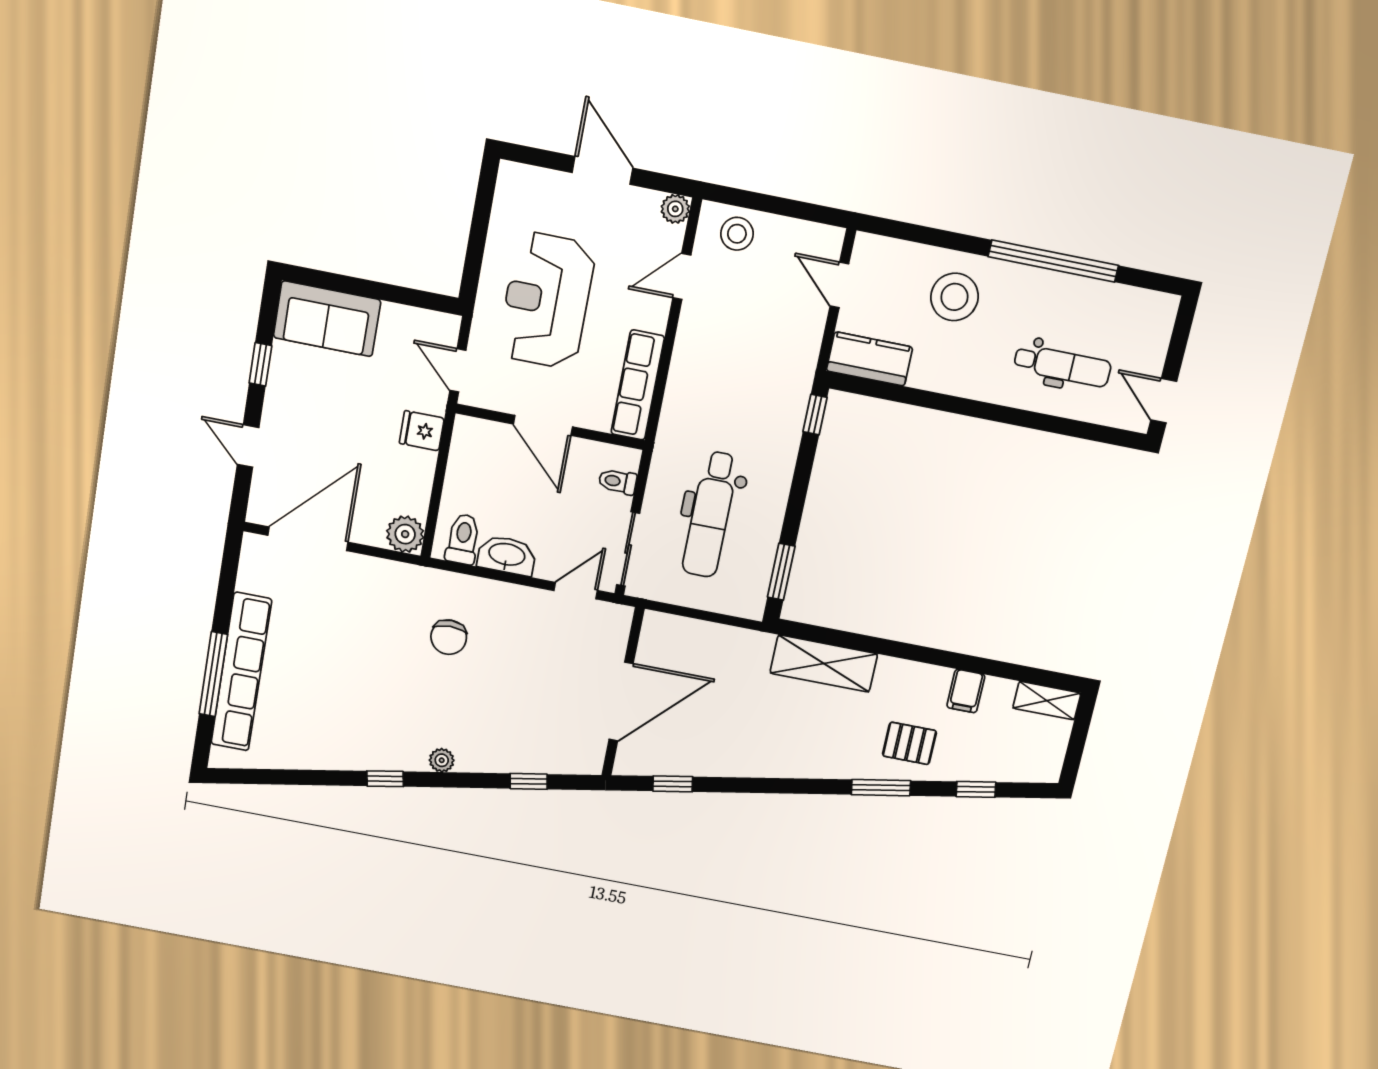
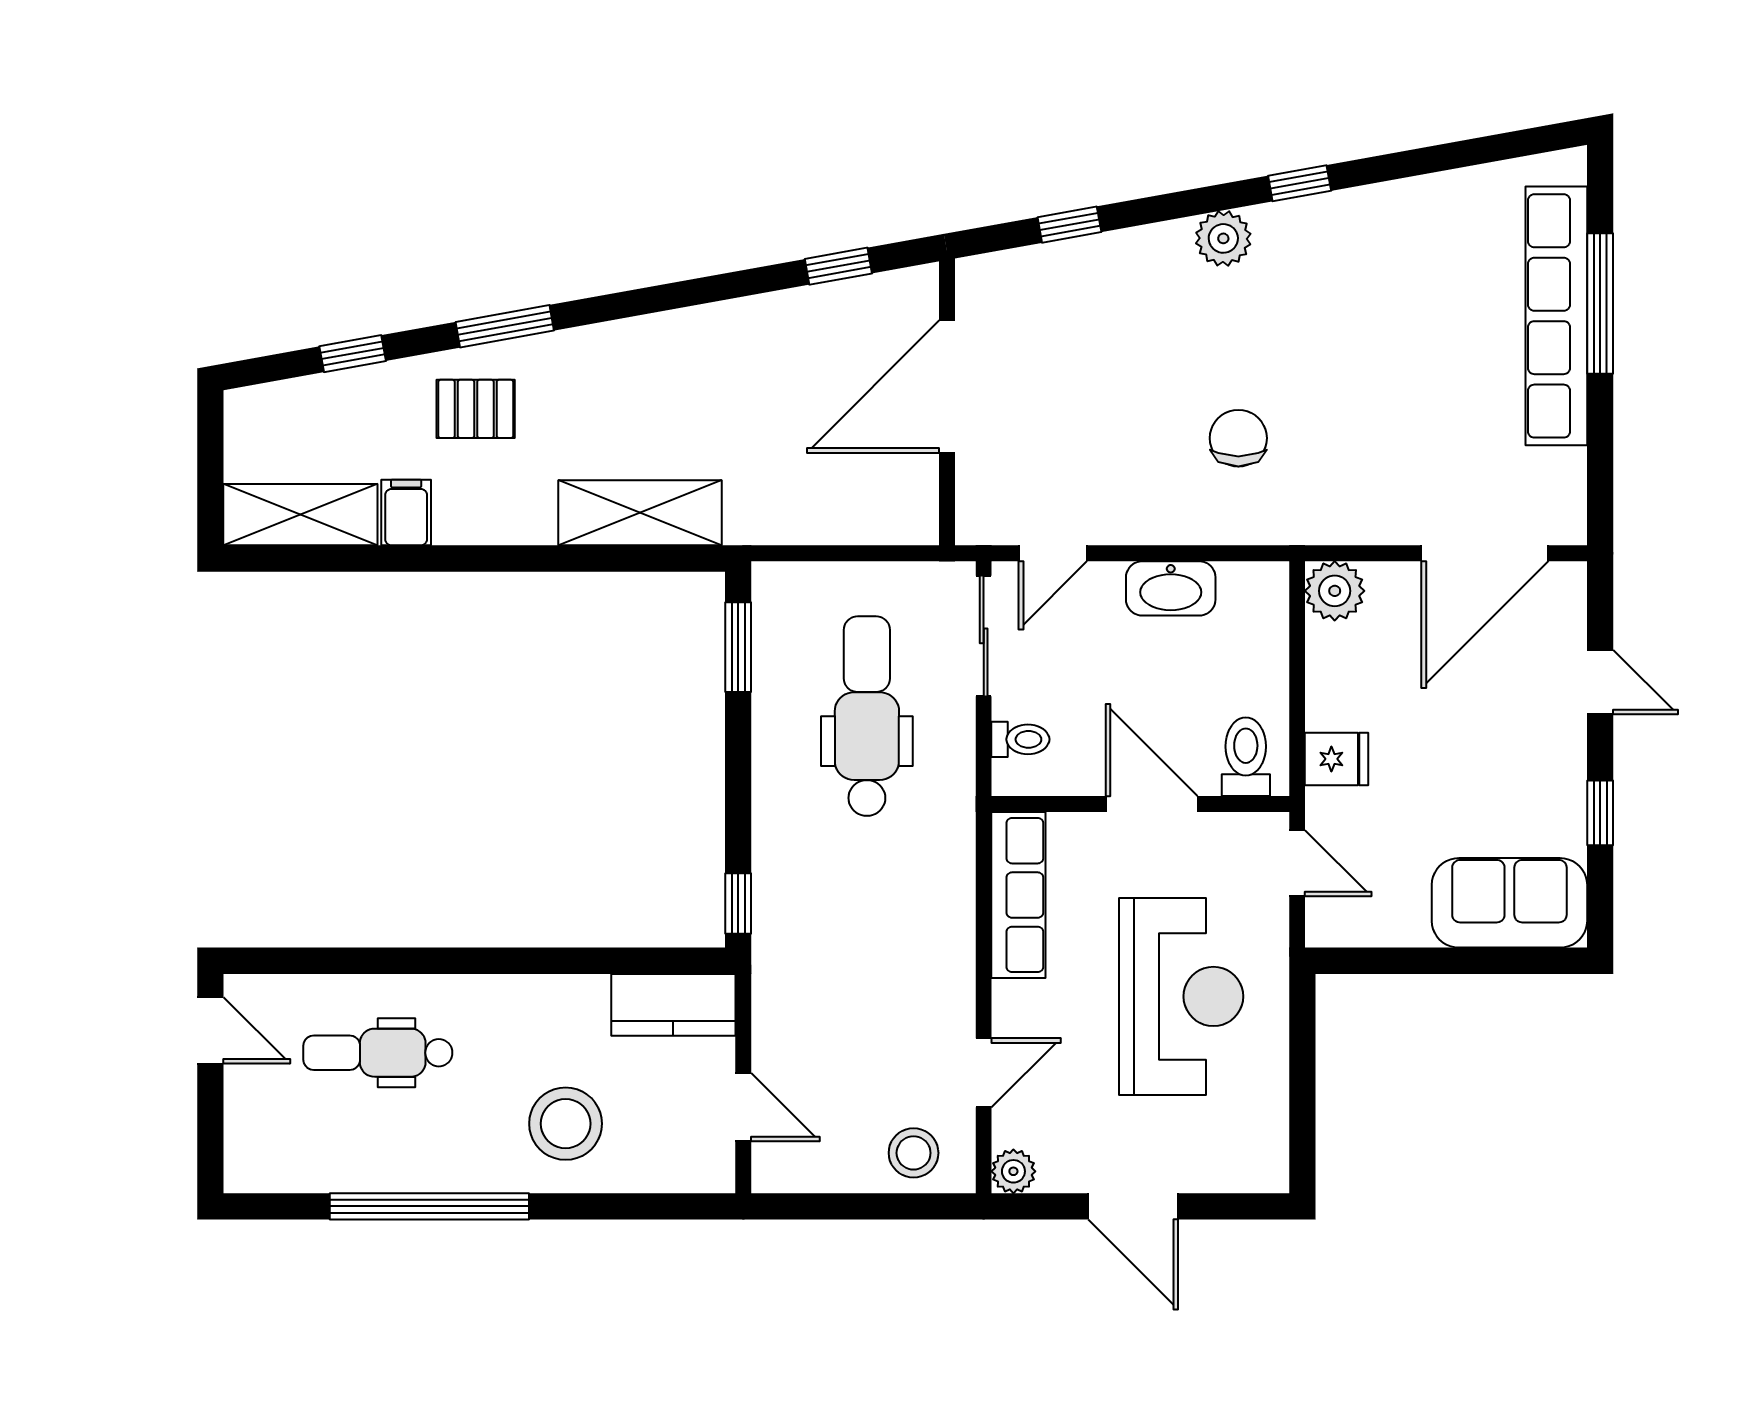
toilet: (463, 539) -> (1246, 757), moved, turned 180
shelving: (1047, 701) -> (300, 515), width x1.50, depth x1.33
plant: (442, 760) -> (1223, 238), width x1.38, depth x1.38

